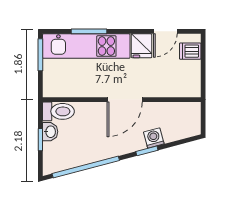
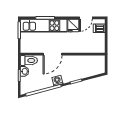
door: (125, 100) -> (53, 54), moved
washing machine: (154, 138) -> (57, 81), moved

